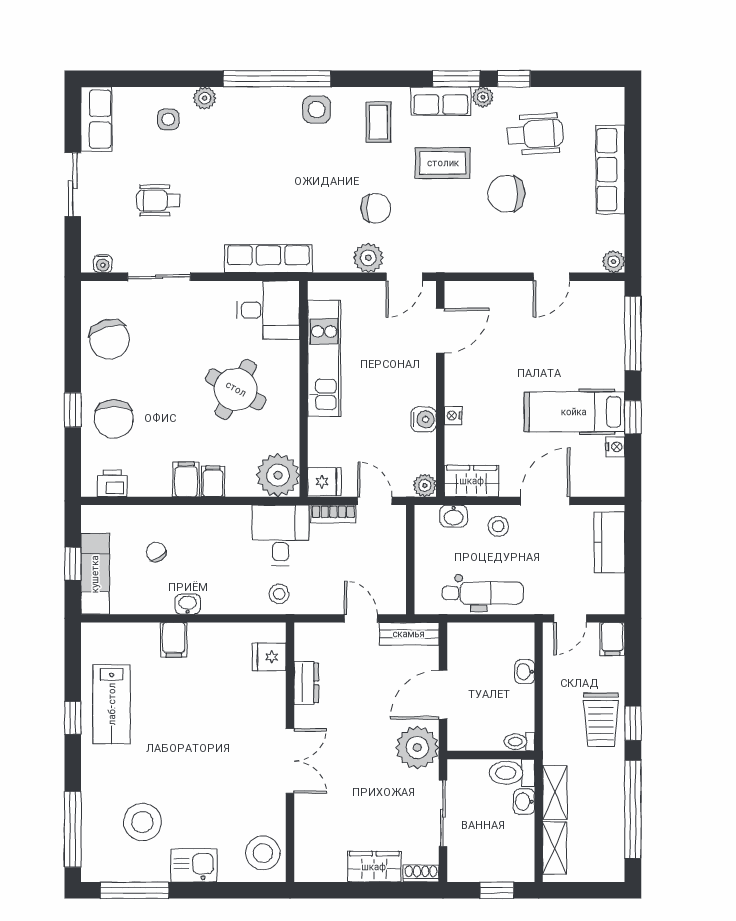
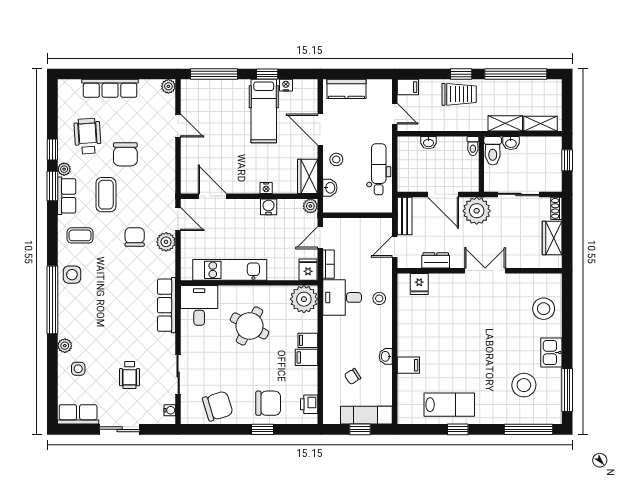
fridge: (269, 657) -> (419, 284), moved
dresser: (306, 683) -> (436, 260), moved
wall: (290, 752) -> (480, 271), moved
double door: (290, 761) -> (485, 271), moved

